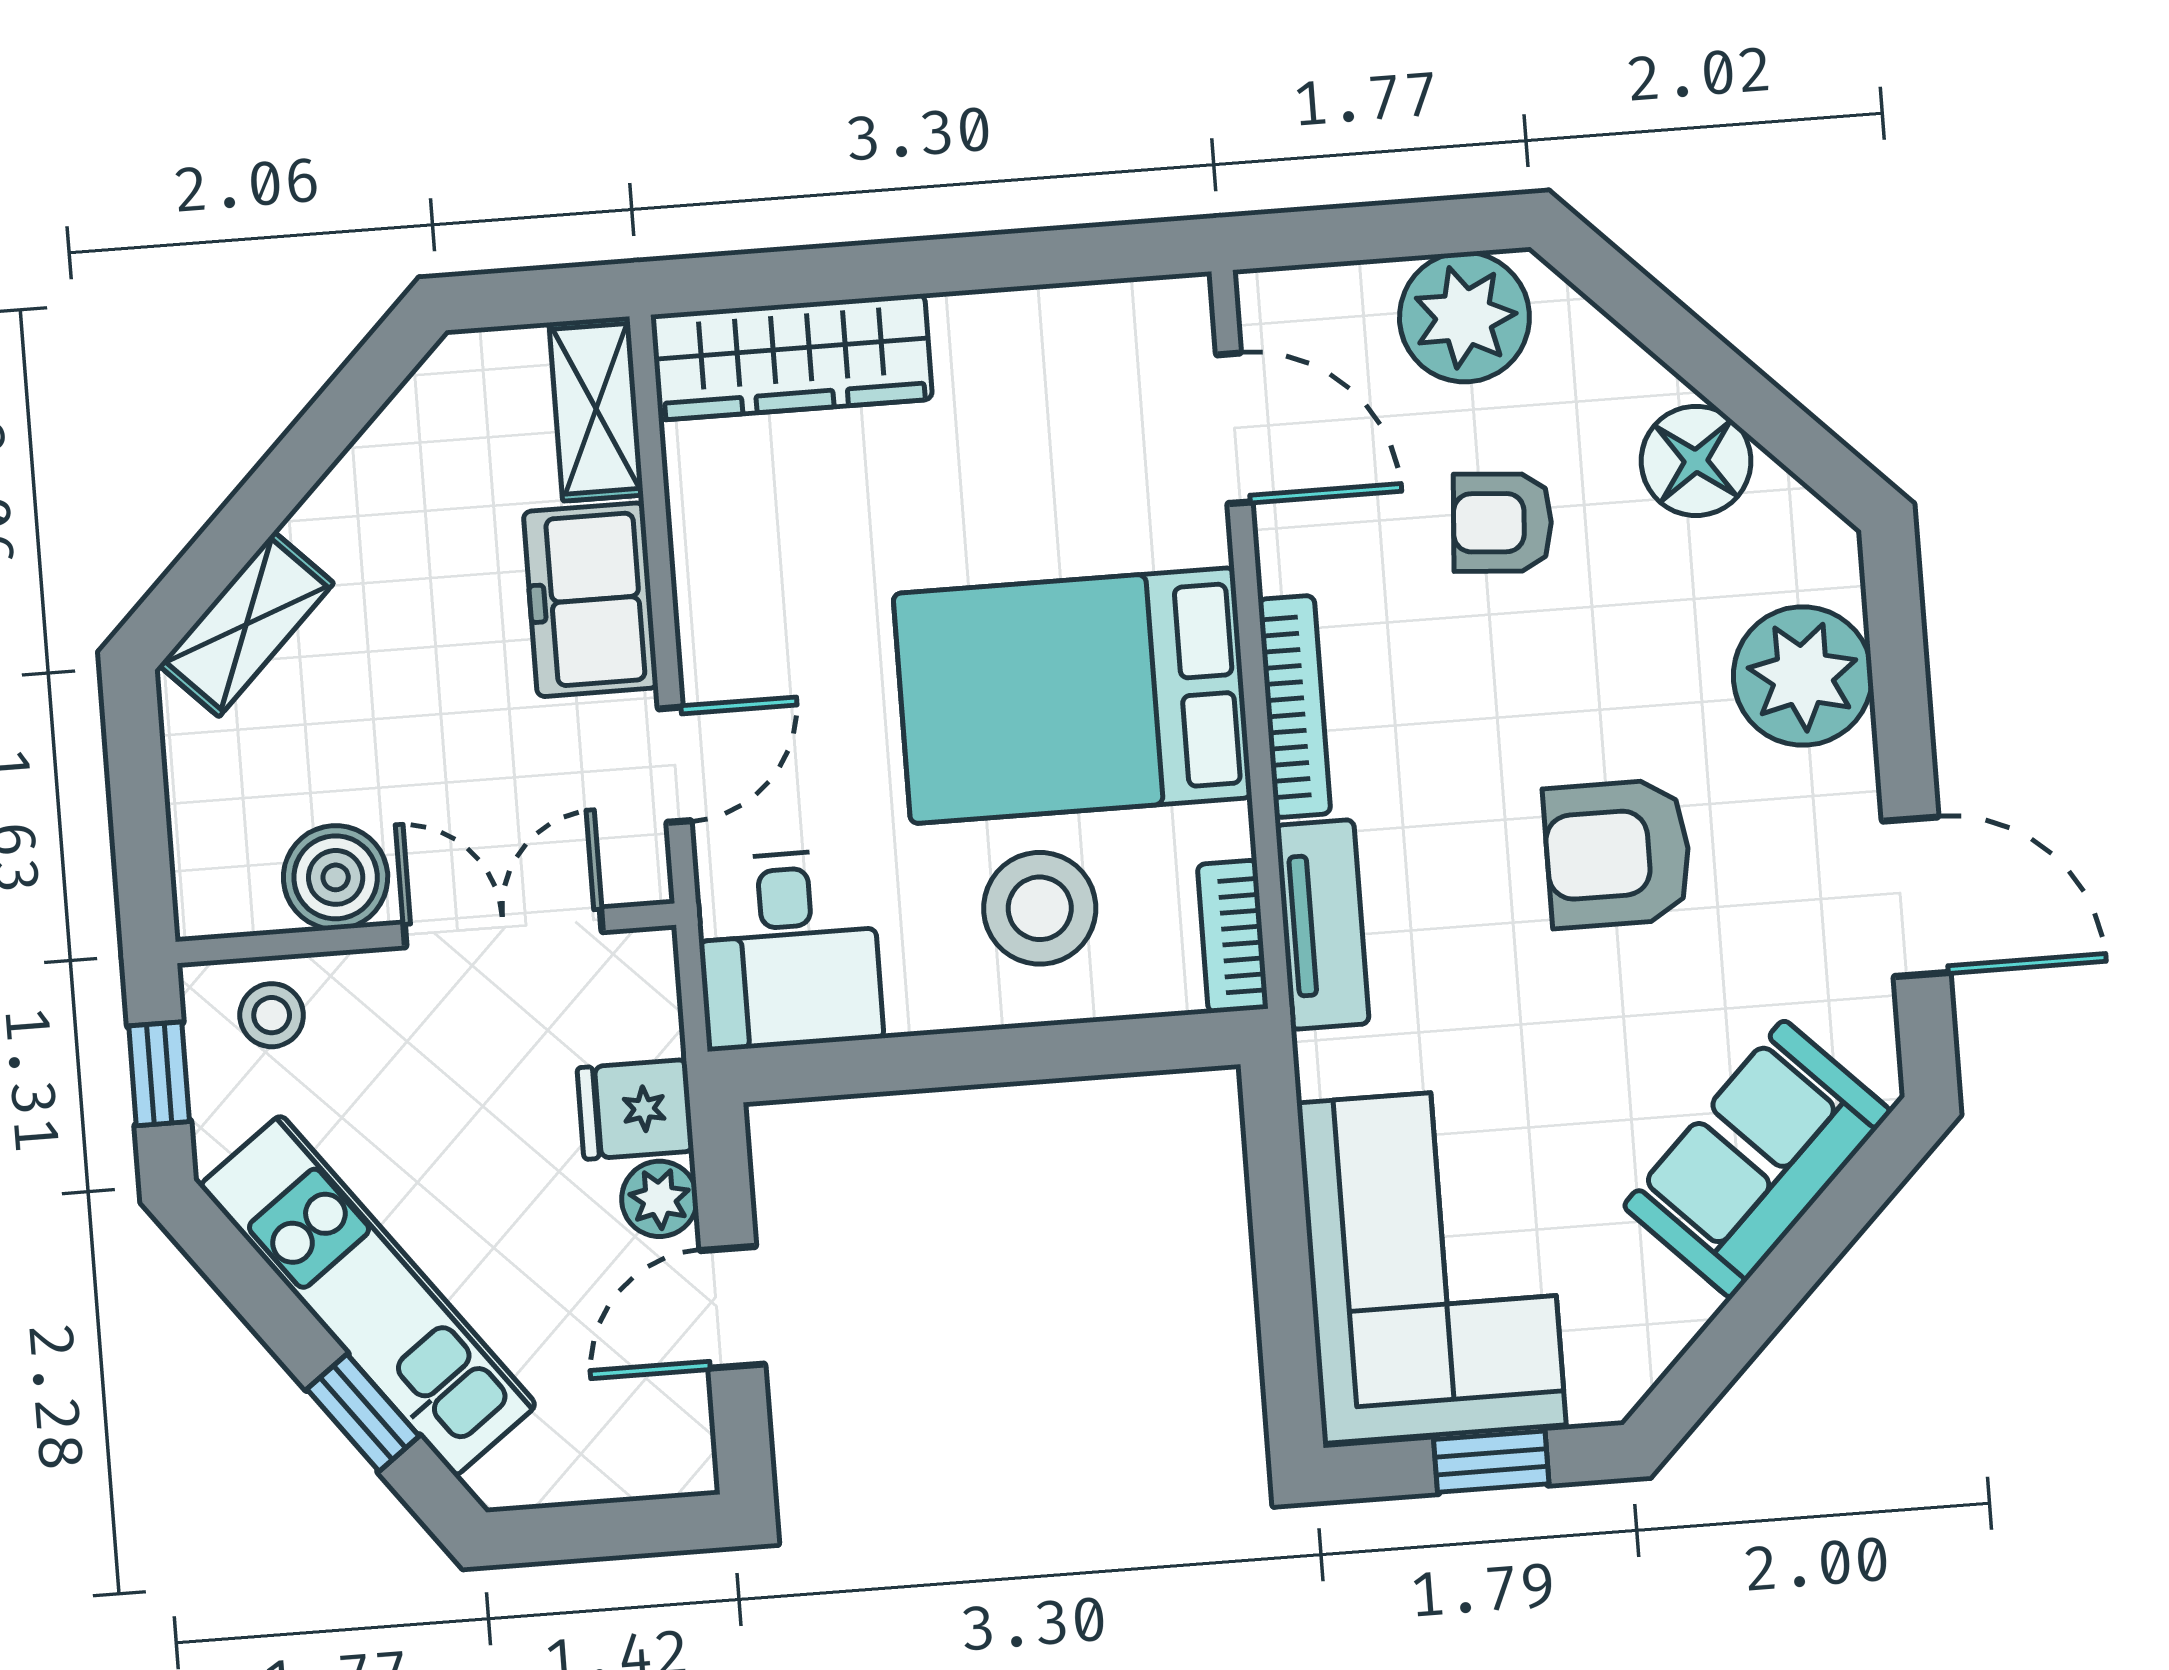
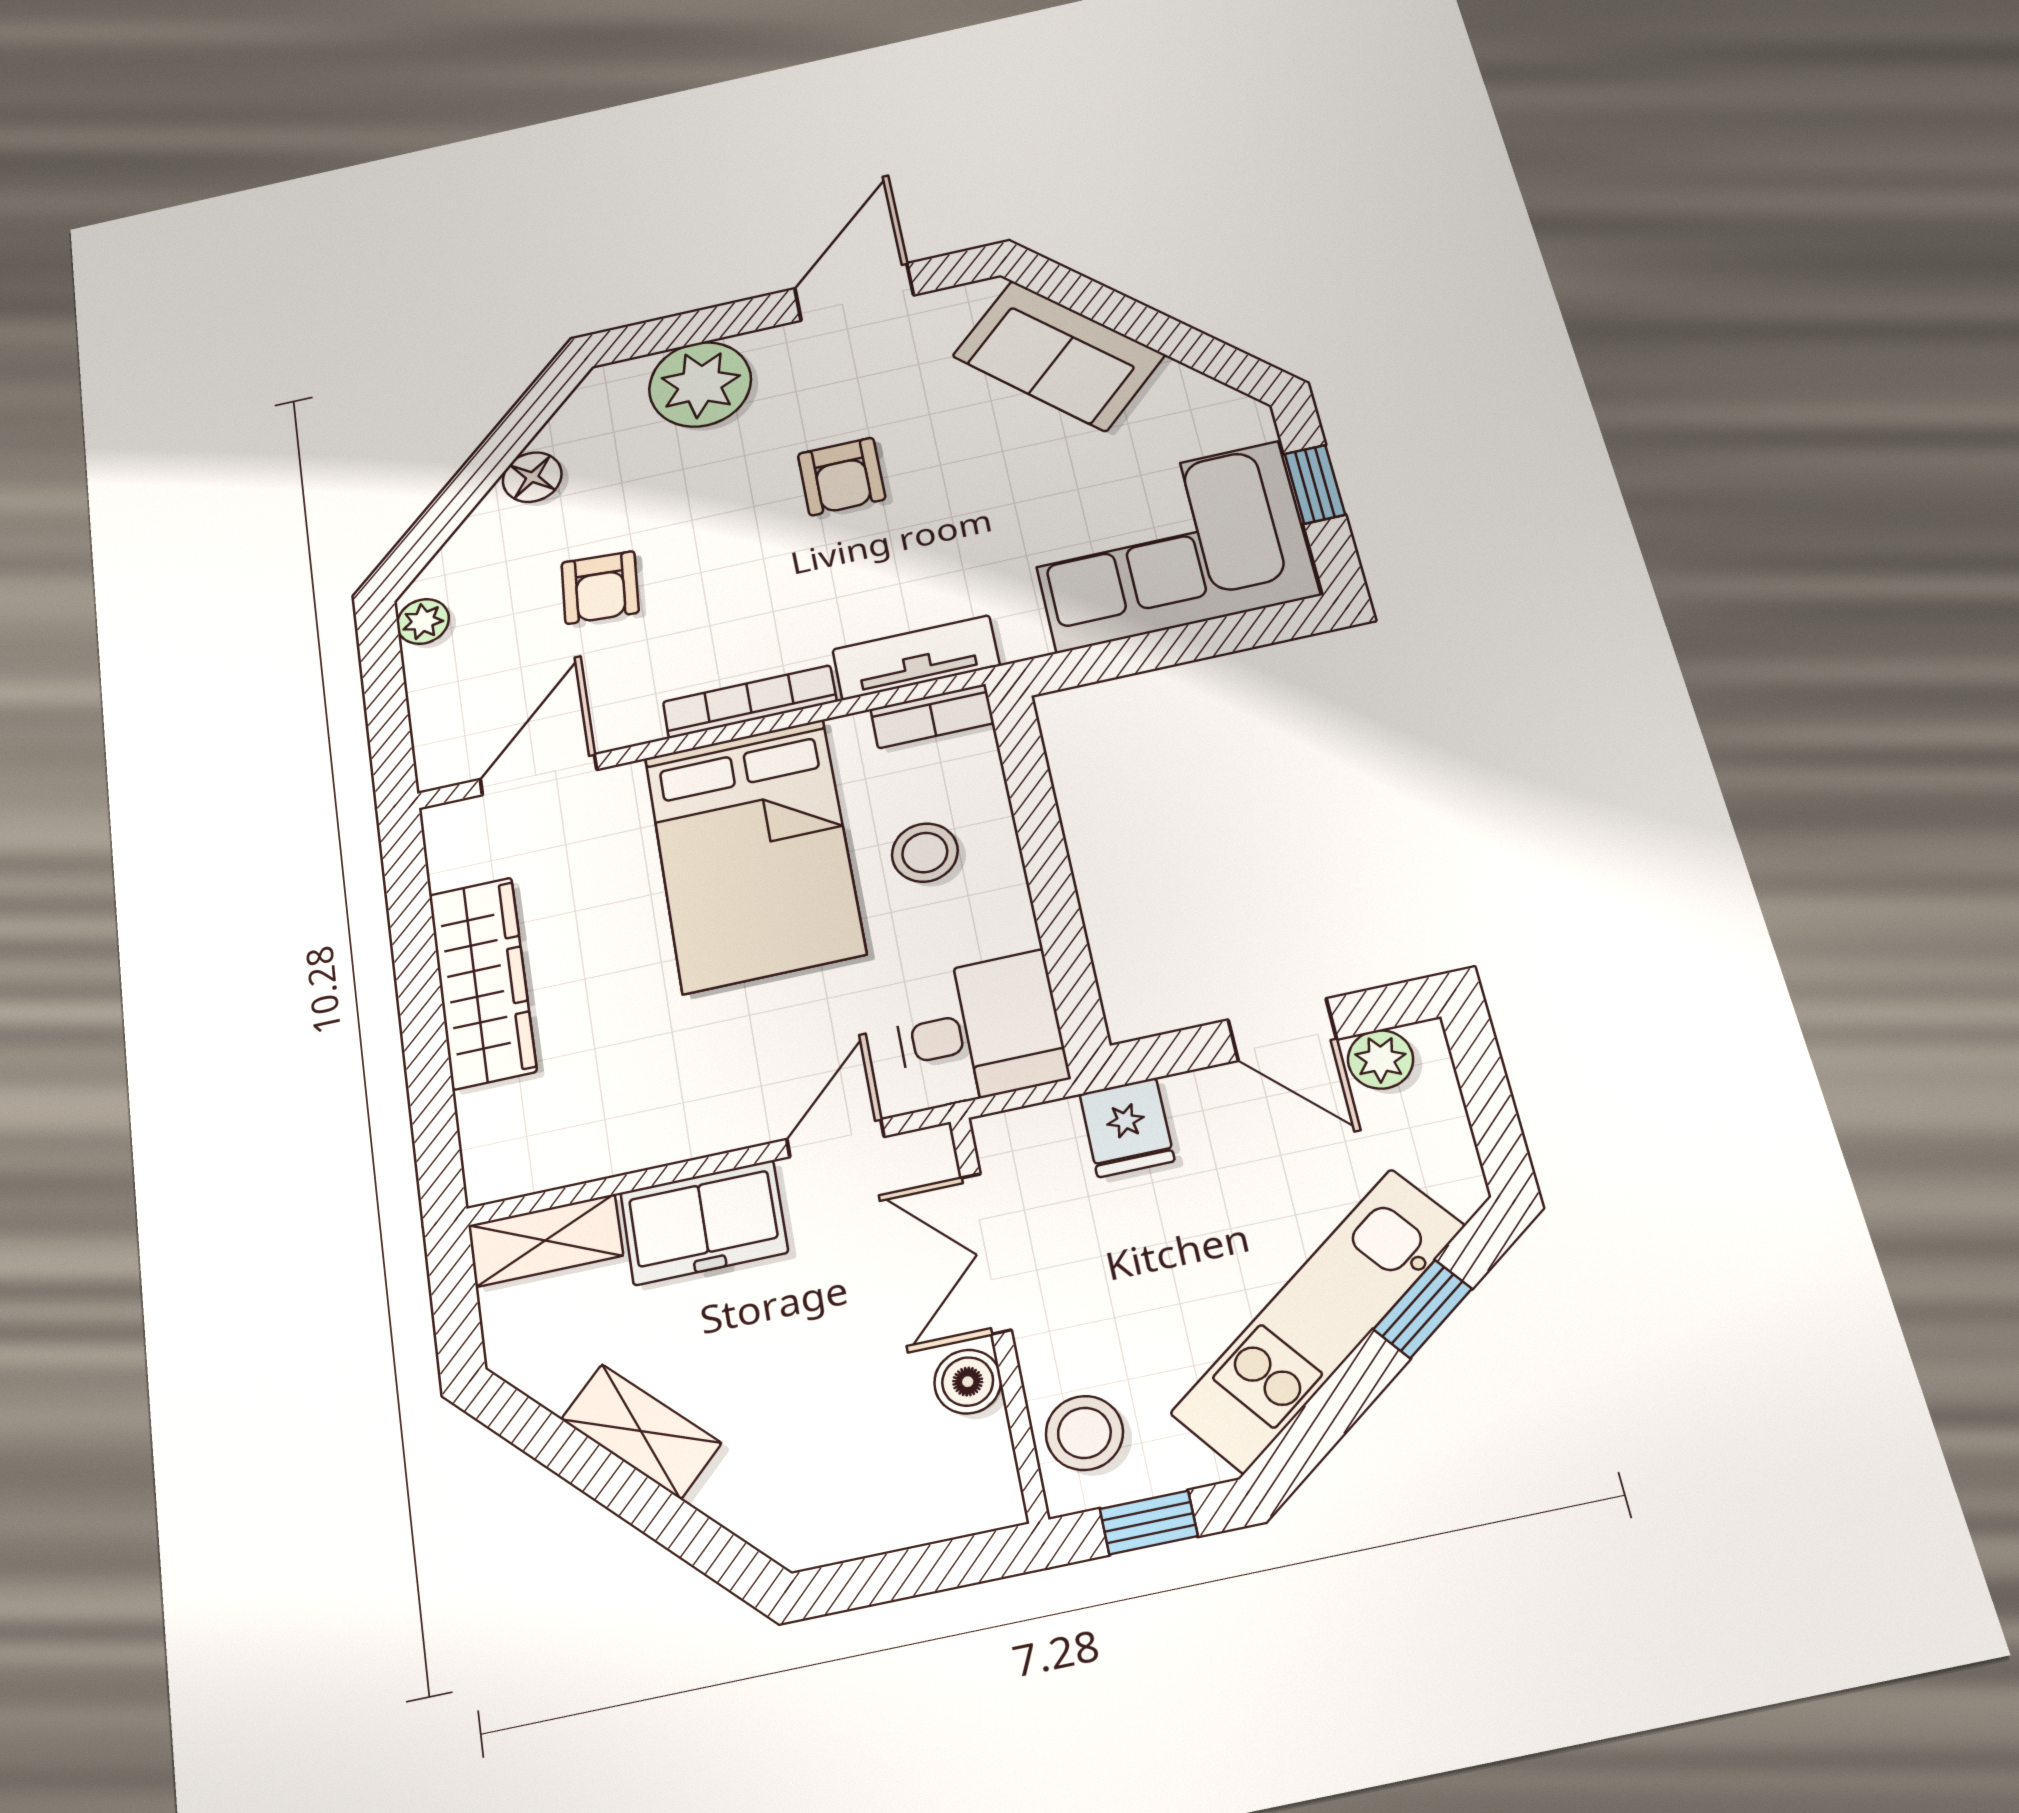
plant: (1464, 317) -> (423, 621), width x0.53, depth x0.53
wardrobe: (792, 357) -> (482, 982), moved
floor lamp: (1696, 461) -> (532, 477), width x0.73, depth x0.73
shelving: (246, 624) -> (641, 1431), moved
door: (675, 765) -> (835, 1138), hinge flipped
armchair: (1618, 854) -> (842, 477), width x0.72, depth x0.72
boiler: (336, 877) -> (968, 1382), width x0.73, depth x0.73
stool: (1040, 908) -> (925, 853), width x0.73, depth x0.73
stool: (272, 1015) -> (1084, 1433), width x1.37, depth x1.37
plant: (659, 1199) -> (1380, 1059), moved

